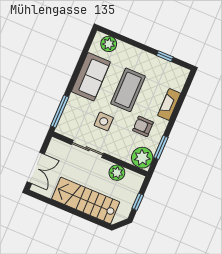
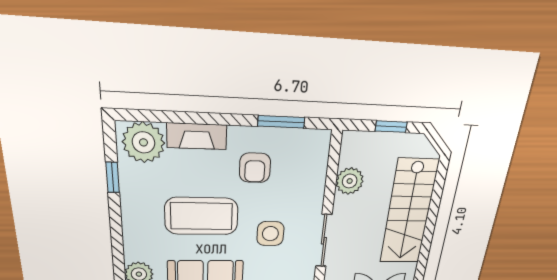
plant: (142, 158) -> (143, 142), moved

